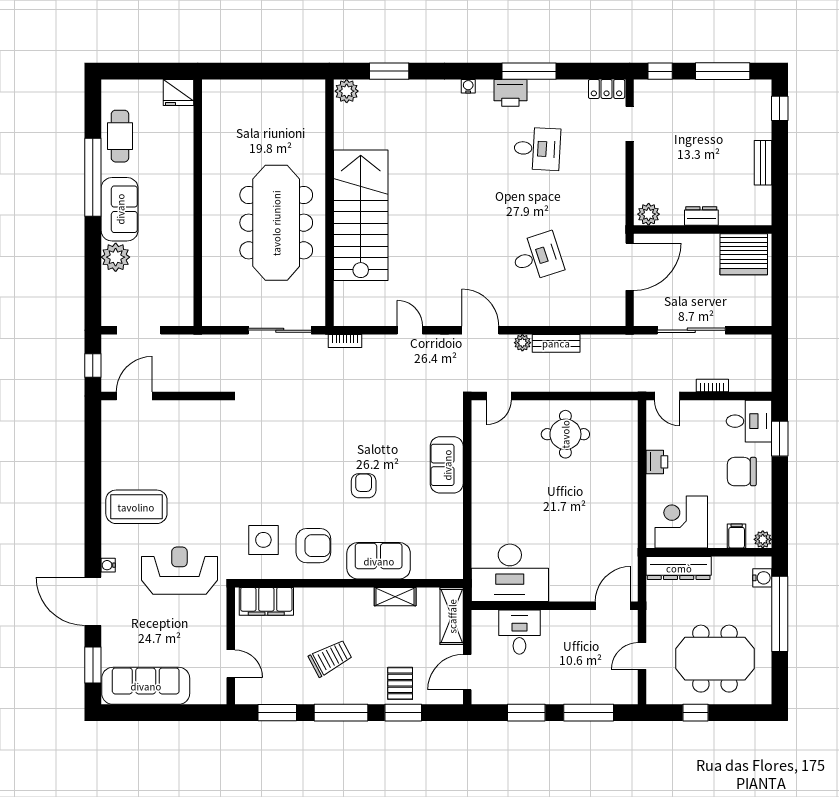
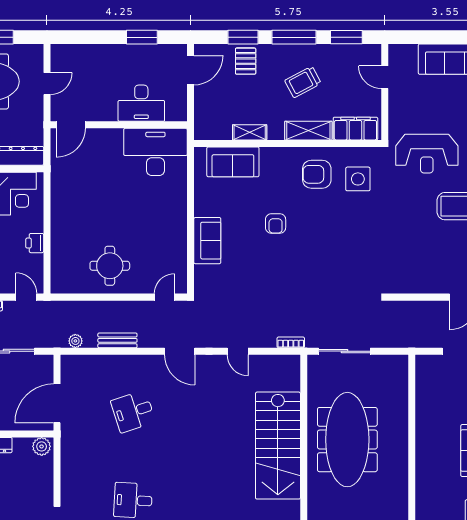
plant: (522, 343) -> (75, 341), moved
sofa: (379, 561) -> (233, 162), moved
shelving: (452, 616) -> (308, 131), moved, turned 90
desk: (519, 632) -> (141, 103), width x1.37
window: (589, 713) -> (91, 37), removed

